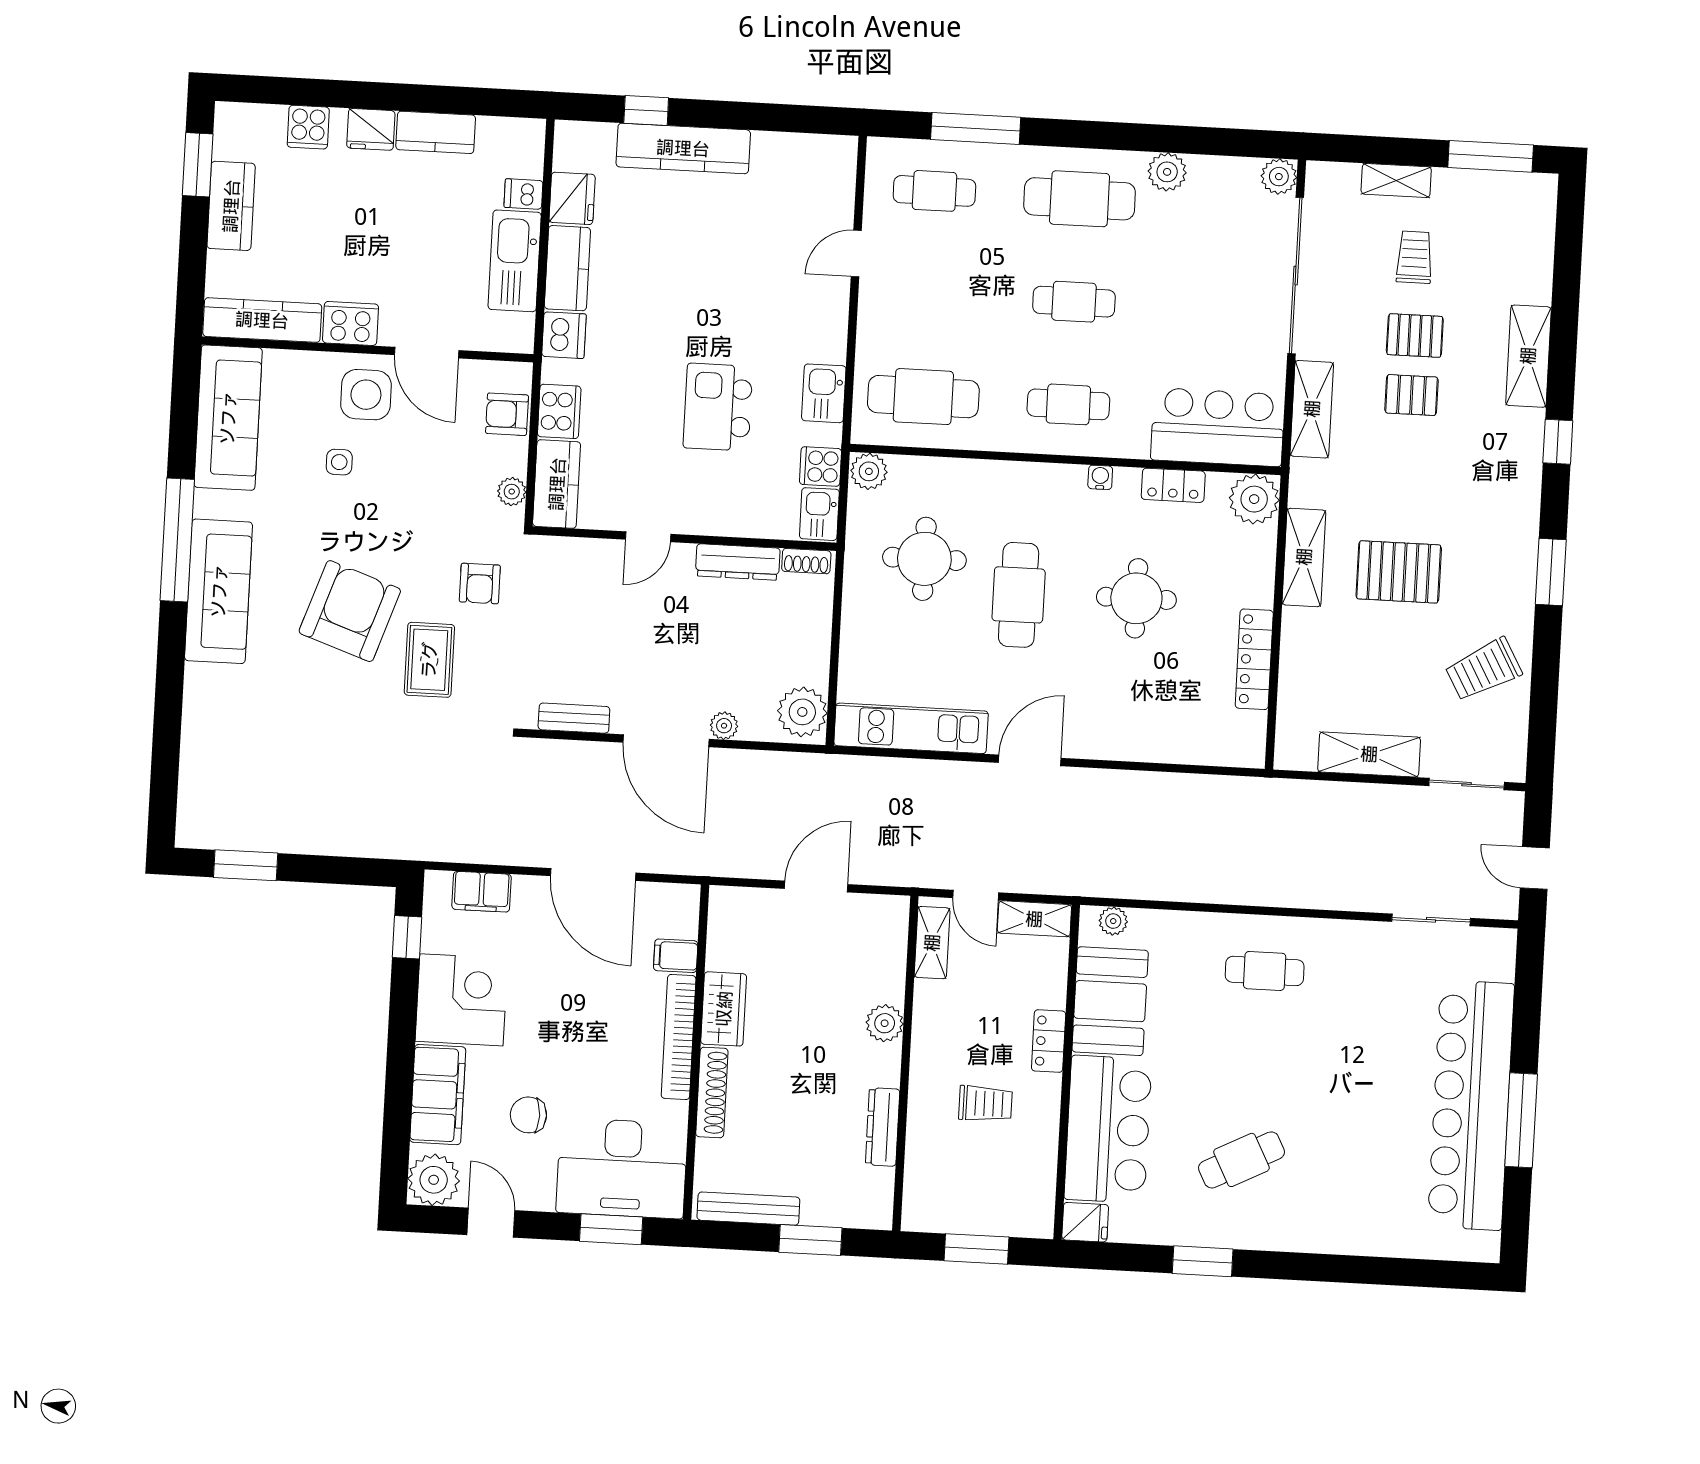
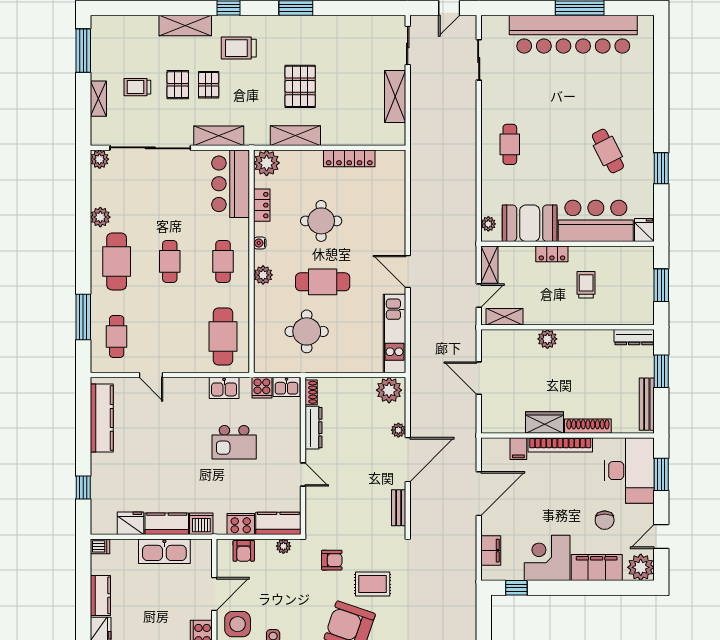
kitchen counter: (683, 148) -> (102, 418), moved
dishwasher: (523, 194) -> (100, 546), moved, turned -90
plant: (869, 471) -> (263, 275), moved
trolley: (1484, 670) -> (239, 48), moved, turned 119
dresser: (883, 1127) -> (634, 337), moved

